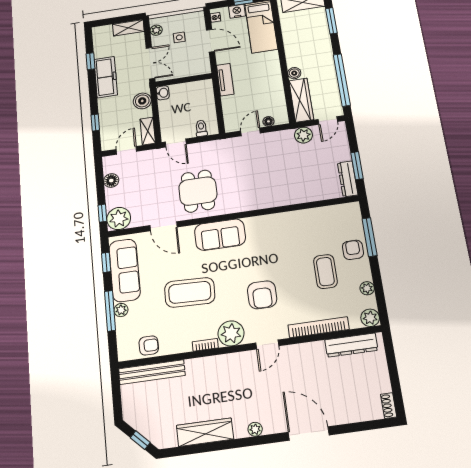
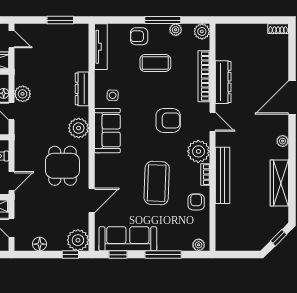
plant: (303, 135) -> (23, 94), moved
dresser: (348, 179) -> (82, 89), moved, turned 90
dining table: (198, 191) -> (62, 166), turned 90
plant: (241, 201) -> (79, 128), added
tv unit: (334, 211) -> (101, 47), added
side table: (282, 231) -> (113, 95), added
sofa: (220, 235) -> (107, 131), moved
window: (370, 237) -> (163, 20), moved
plant: (121, 310) -> (199, 245), moved
dresser: (351, 345) -> (223, 82), moved
armchair: (149, 346) -> (196, 202), moved
bench: (152, 372) -> (223, 175), moved

